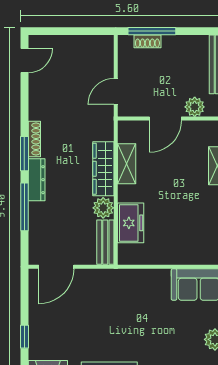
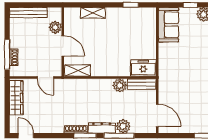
shelving: (127, 164) -> (78, 71), moved
wardrobe: (103, 169) -> (16, 98), moved, turned -90
plant: (39, 213) -> (123, 126), added
freezer: (131, 223) -> (143, 68), moved

